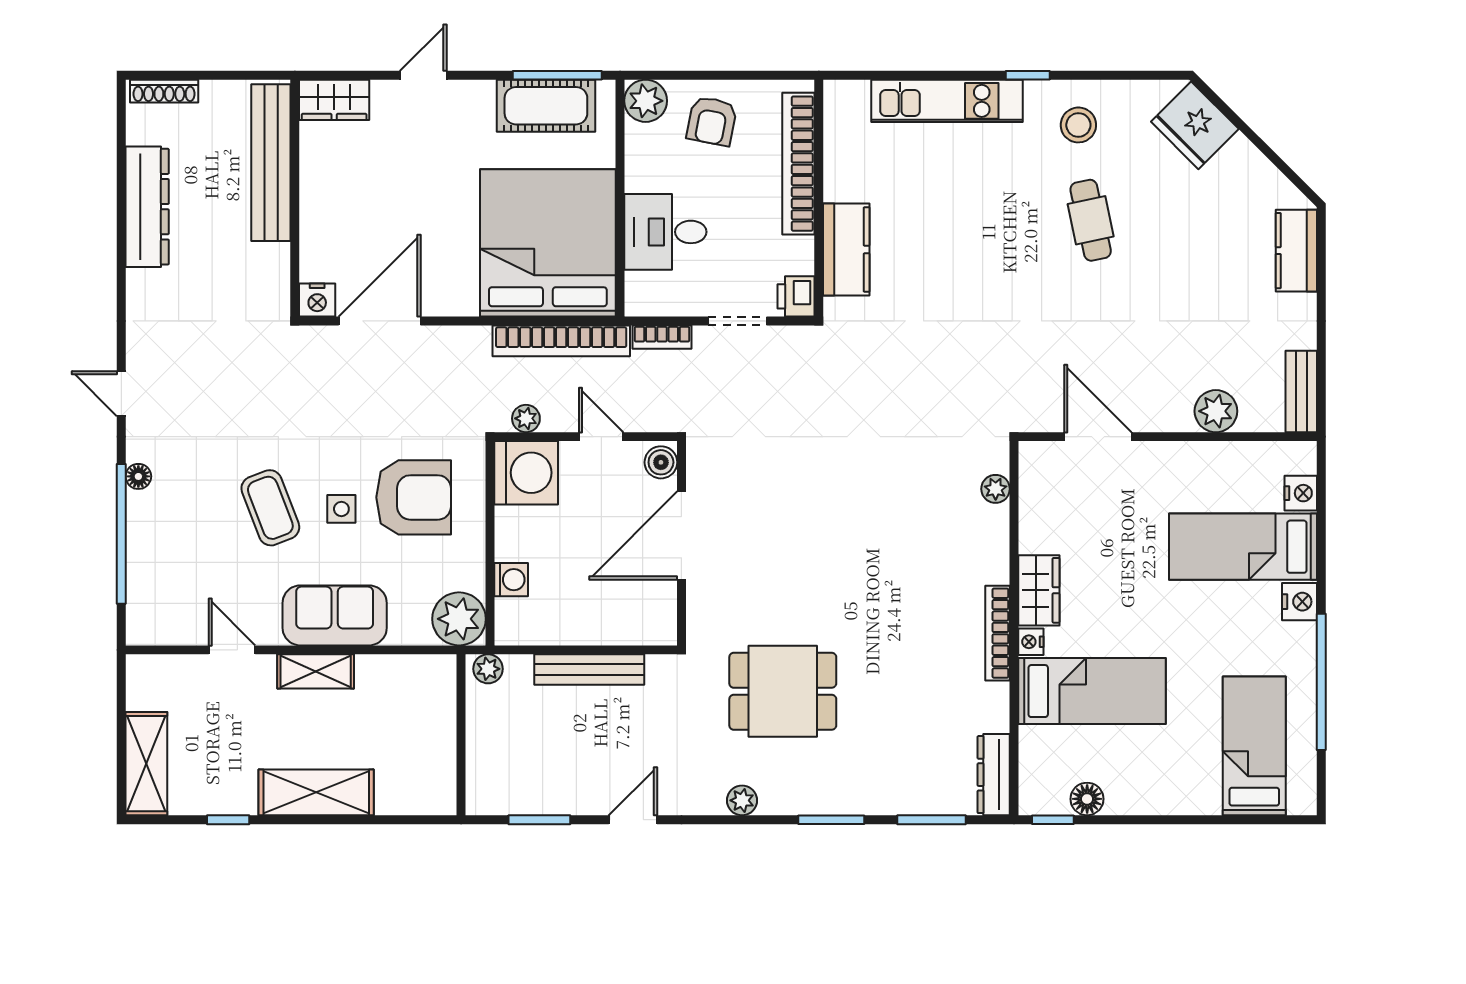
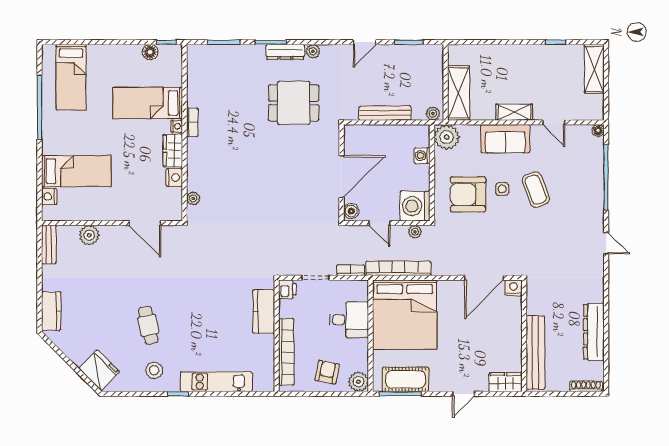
floor lamp: (138, 476) -> (598, 130), moved
nightstand: (1300, 602) -> (174, 177), moved, turned 180
bookcase: (997, 633) -> (192, 122), width x0.64
dresser: (994, 775) -> (285, 52), moved, turned 90
shelving: (316, 792) -> (459, 93), moved, turned 90

